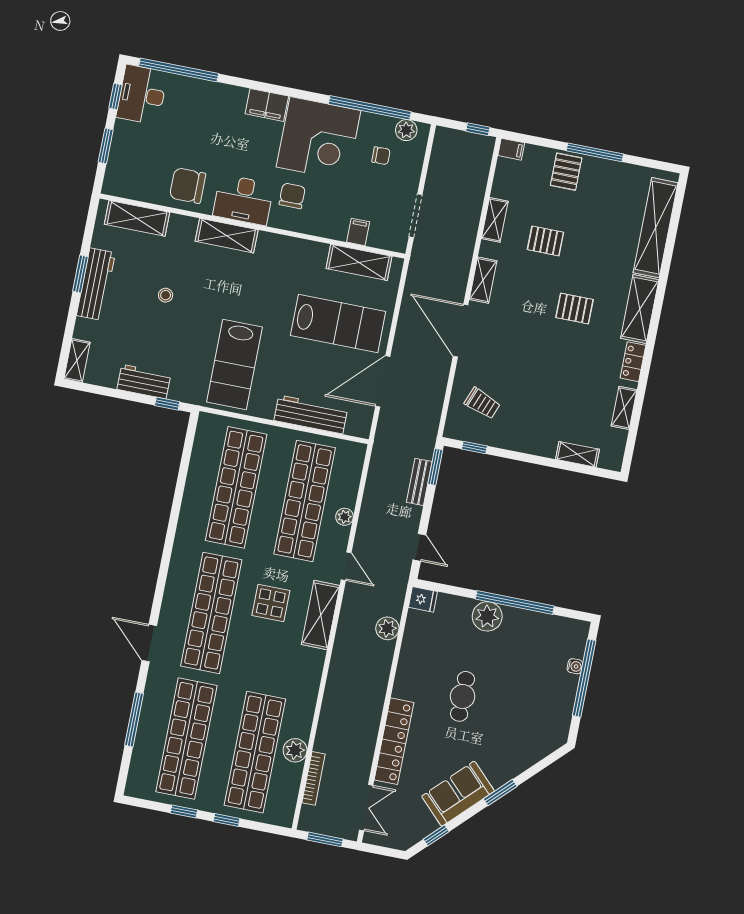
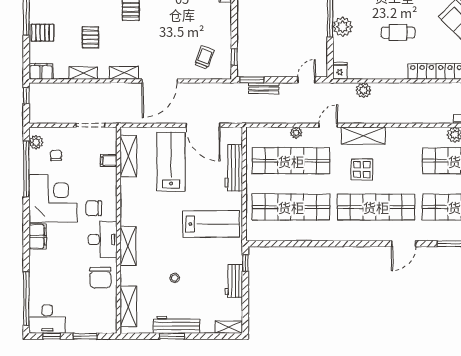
filing cabinet: (511, 149) -> (41, 71), width x2.00

